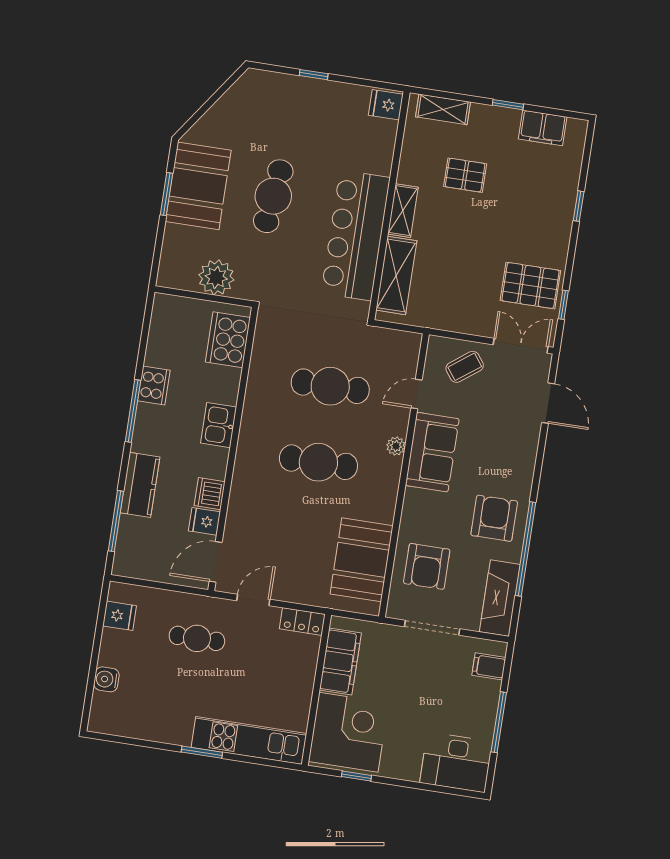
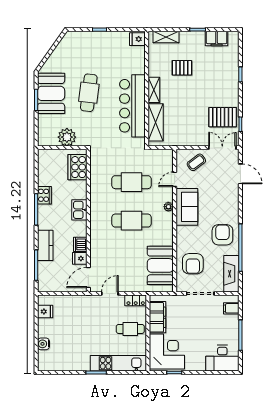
cafe table: (197, 638) -> (130, 329), moved

